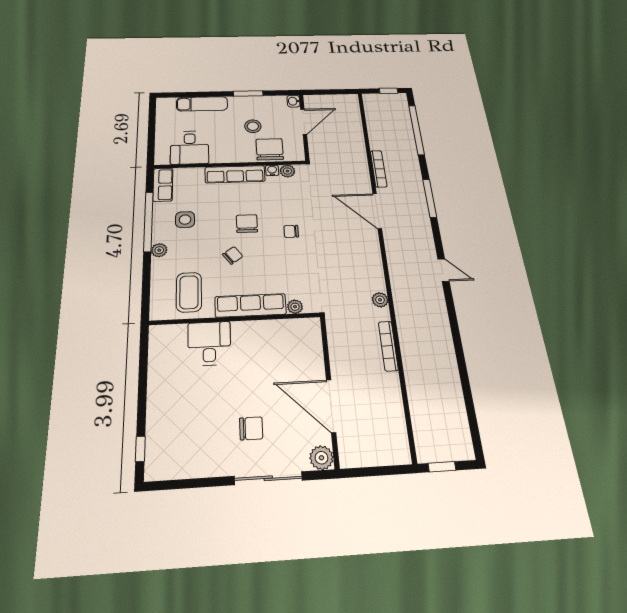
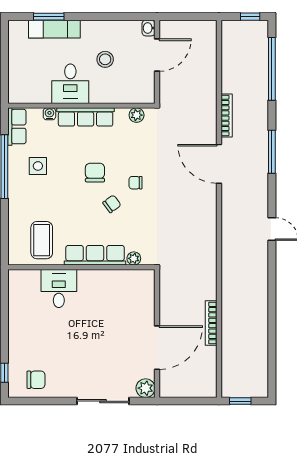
window: (248, 94) -> (49, 17), moved
desk: (190, 147) -> (70, 84), moved
chair: (270, 149) -> (121, 88), removed
water cooler: (272, 170) -> (49, 114), moved
plant: (159, 250) -> (15, 197), removed
chair: (233, 255) -> (112, 204), moved
plant: (380, 300) -> (210, 256), removed
bookcase: (388, 346) -> (211, 323), moved
door: (331, 406) -> (157, 348), swing flipped
chair: (251, 428) -> (36, 380), moved

